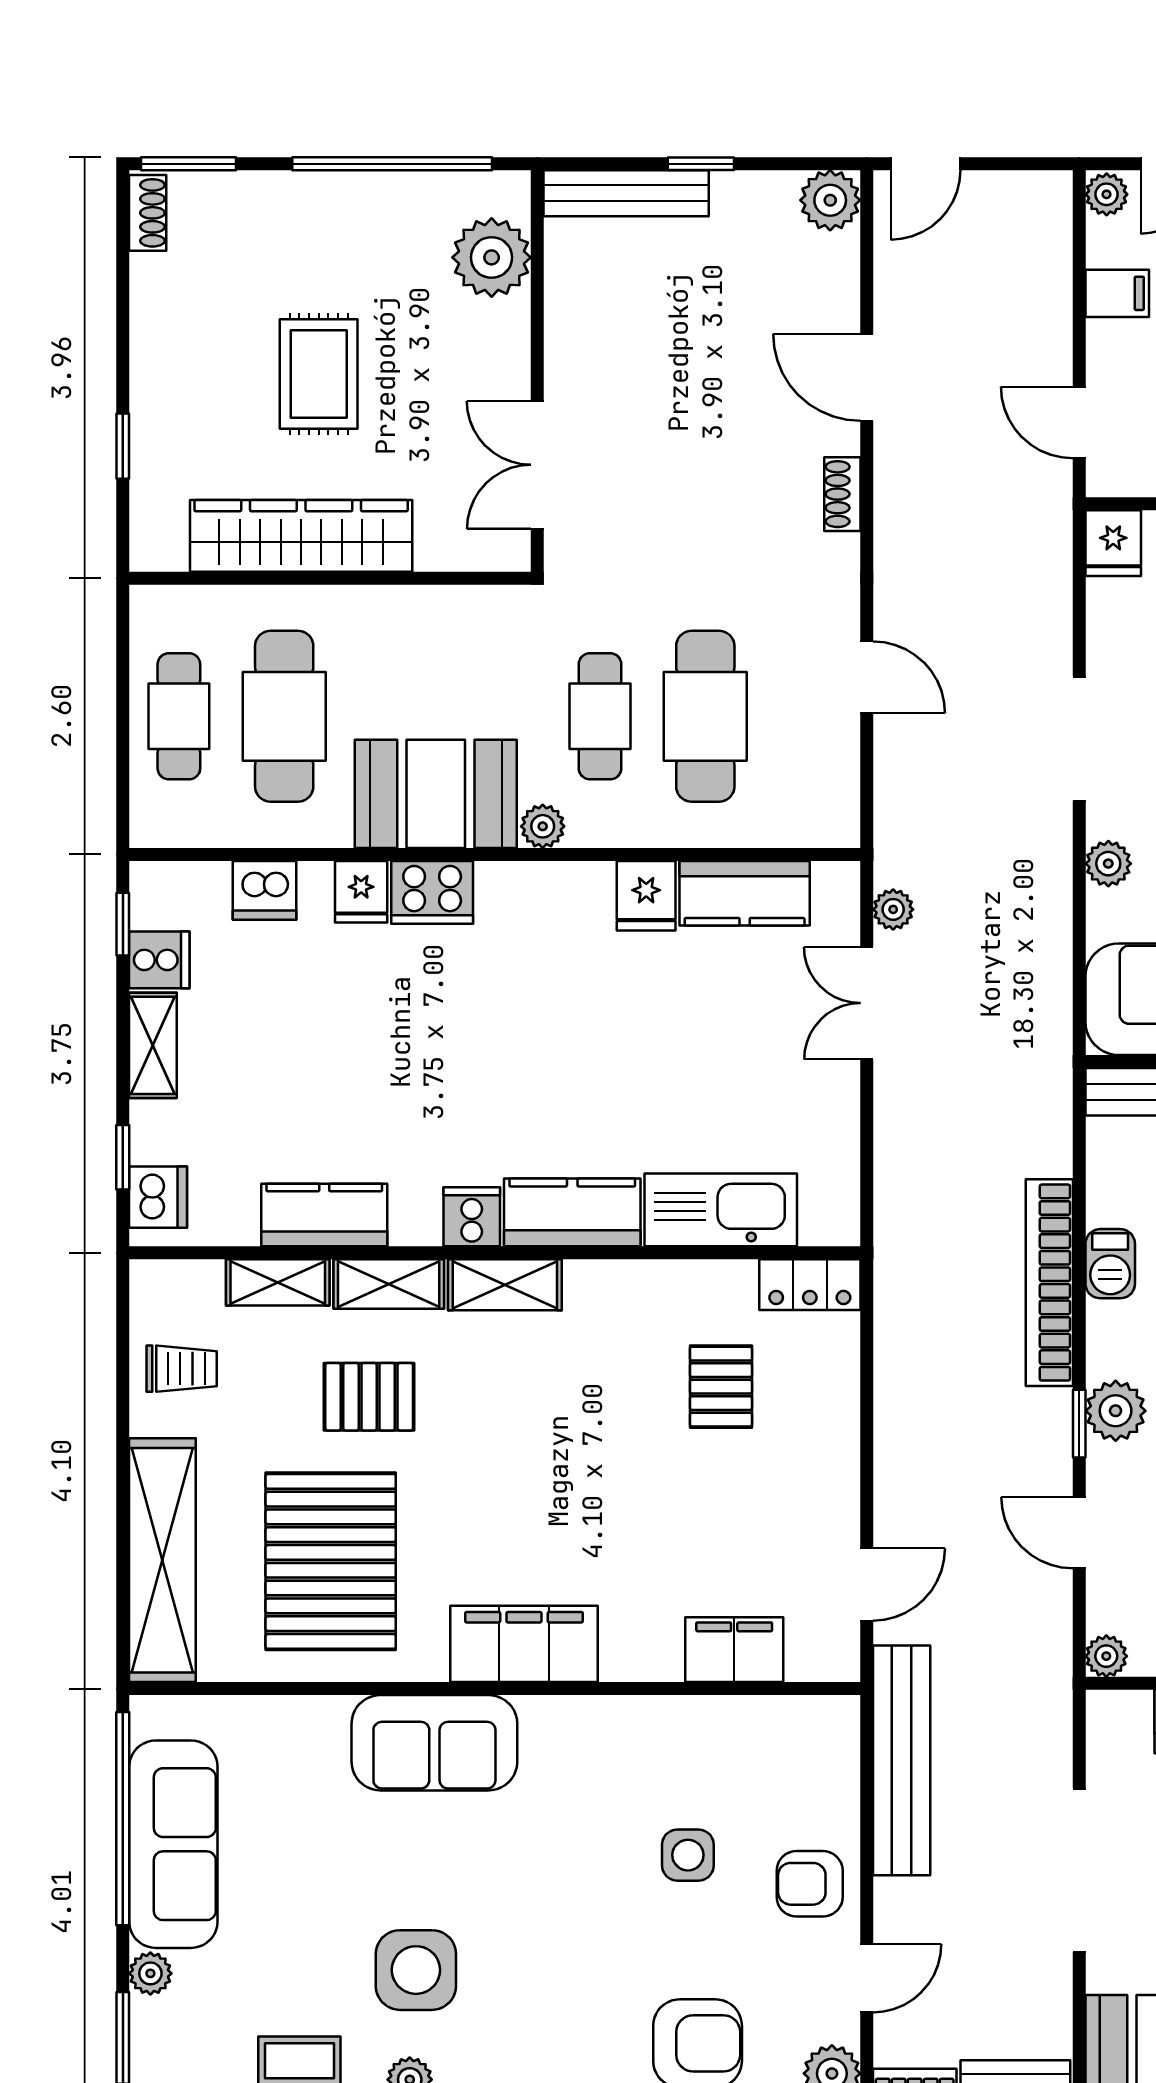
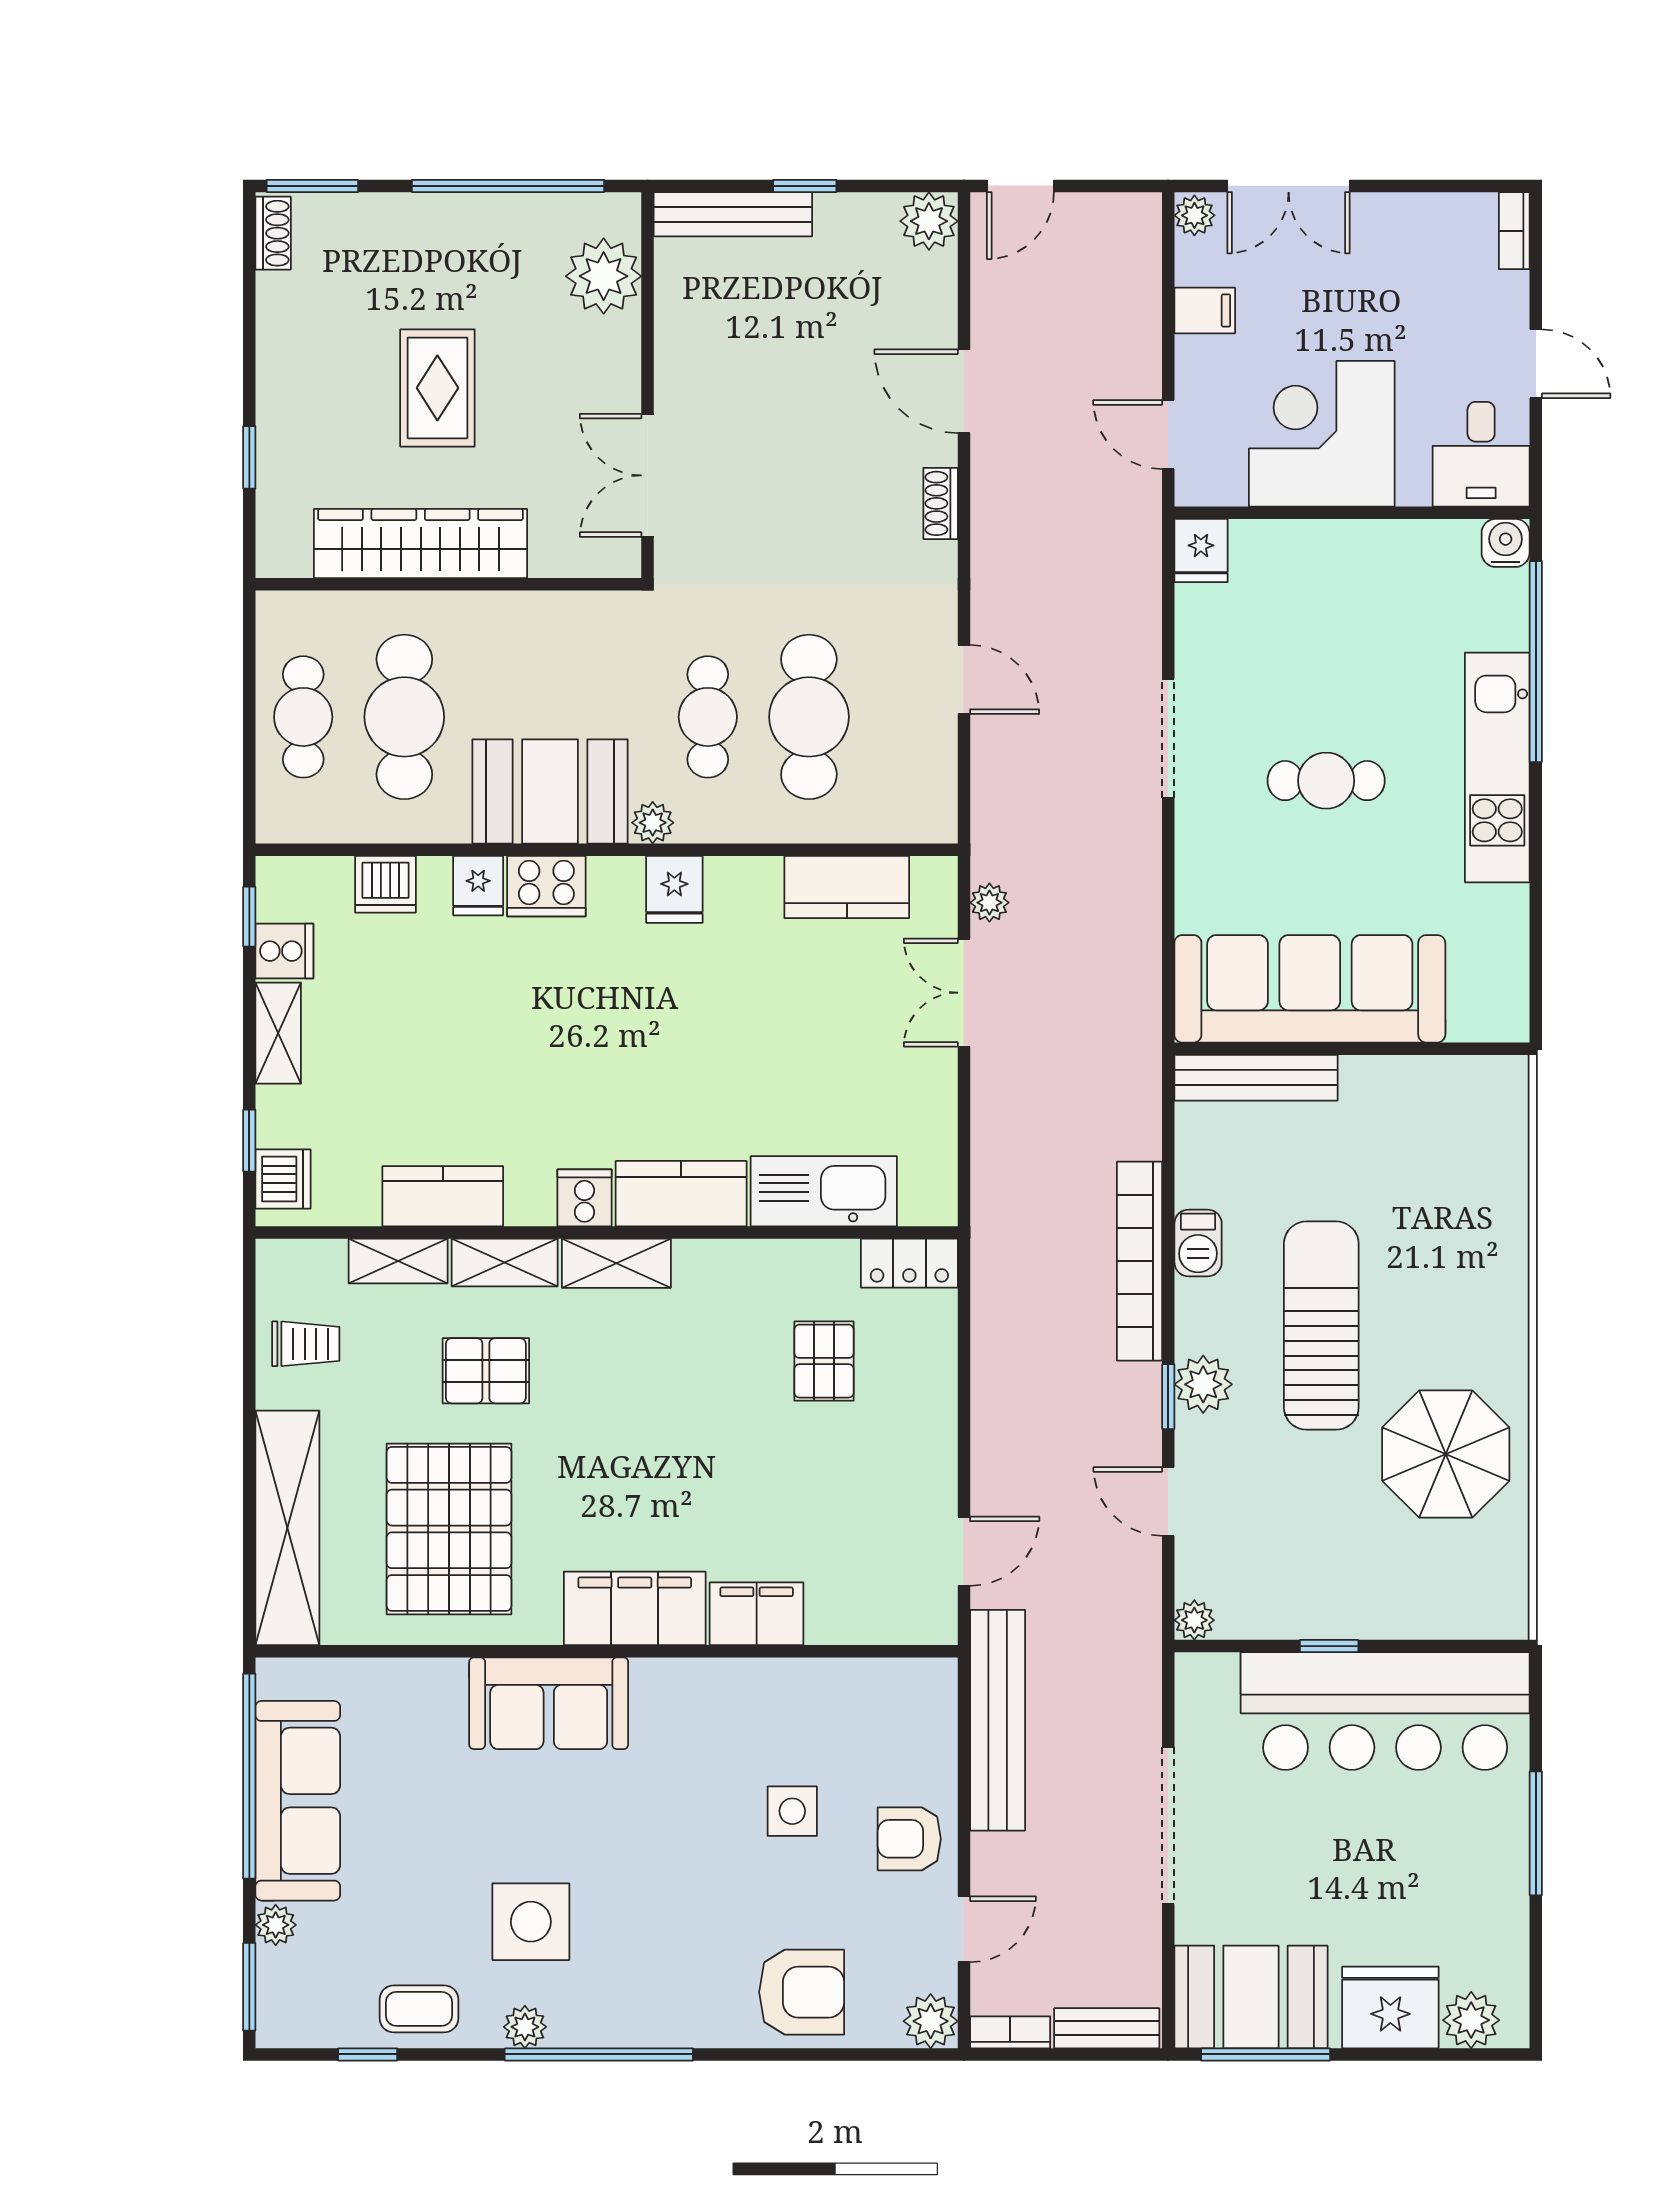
plant: (1108, 864) -> (1196, 858), removed
fridge: (646, 896) -> (674, 889), moved
filing cabinet: (734, 1650) -> (757, 1614), moved

